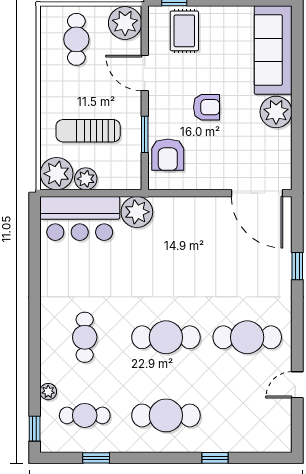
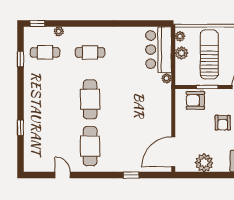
plant: (276, 112) -> (204, 163), moved
sun lounger: (88, 131) -> (209, 54), width x1.36, depth x1.34
plant: (57, 174) -> (180, 36), width x0.53, depth x0.53
plant: (137, 212) -> (167, 78), width x0.53, depth x0.53
cafe table: (85, 415) -> (45, 52), turned 90
cafe table: (166, 415) -> (45, 99), removed

